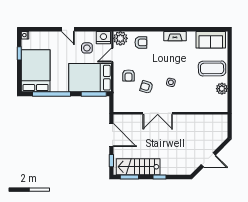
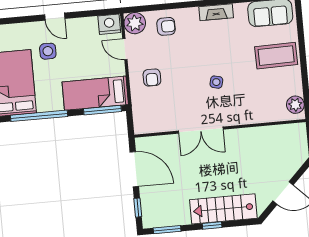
side table: (87, 48) -> (48, 51), moved
door: (112, 55) -> (125, 49), hinge flipped
bed: (90, 78) -> (95, 93), width x0.67
armchair: (147, 87) -> (180, 92), removed
plant: (222, 89) -> (295, 105), moved
stairs: (138, 167) -> (223, 209), moved

